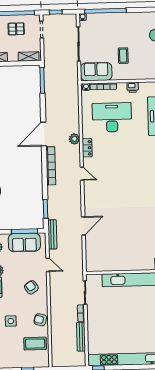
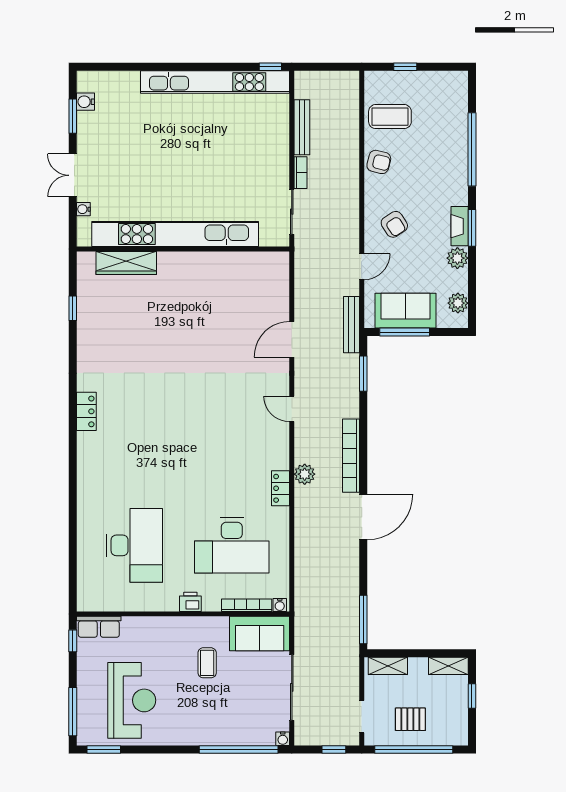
plant: (74, 139) -> (305, 474), moved
door: (82, 174) -> (292, 409), moved
door: (48, 265) -> (362, 267), swing flipped
side table: (11, 321) -> (435, 161), removed

